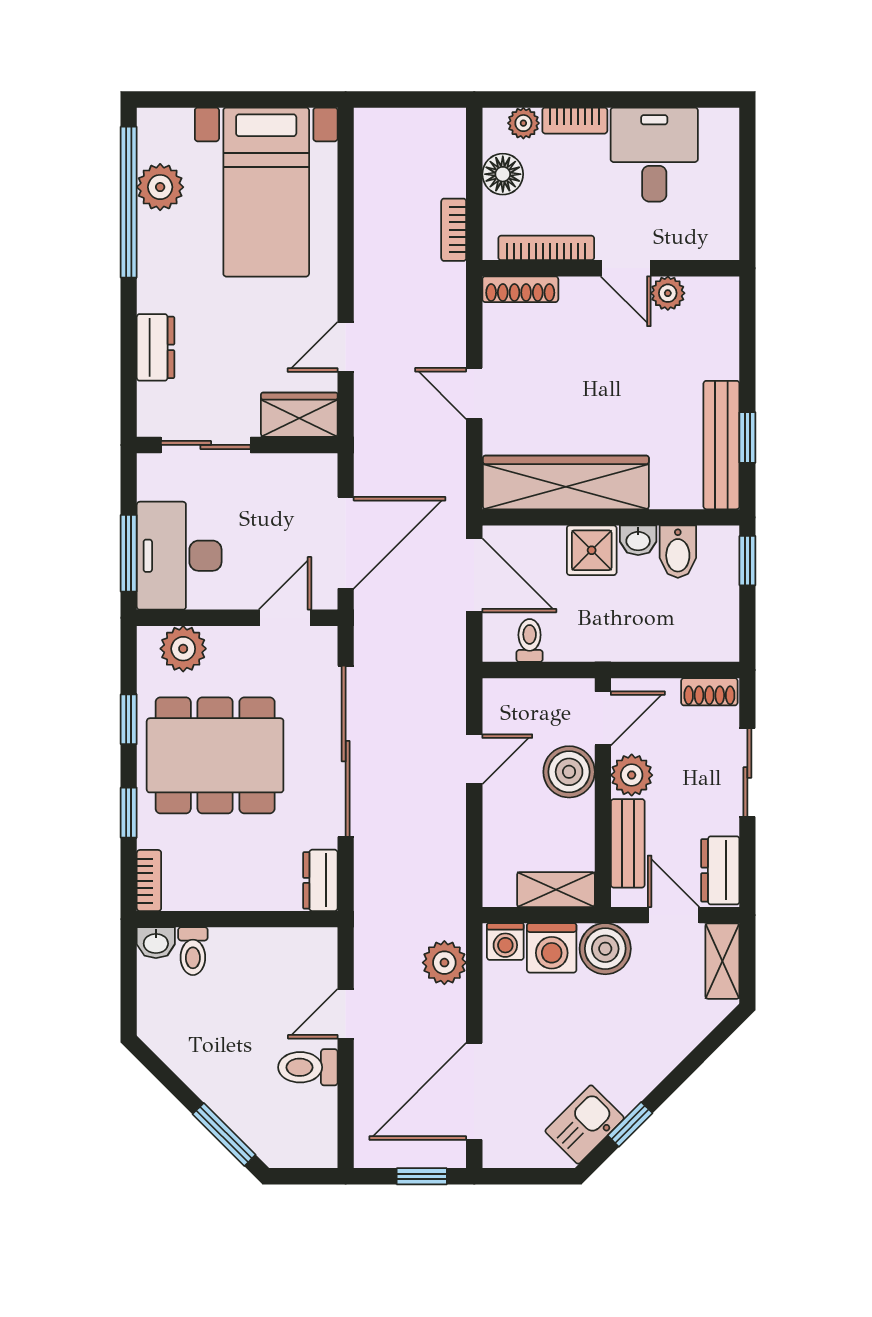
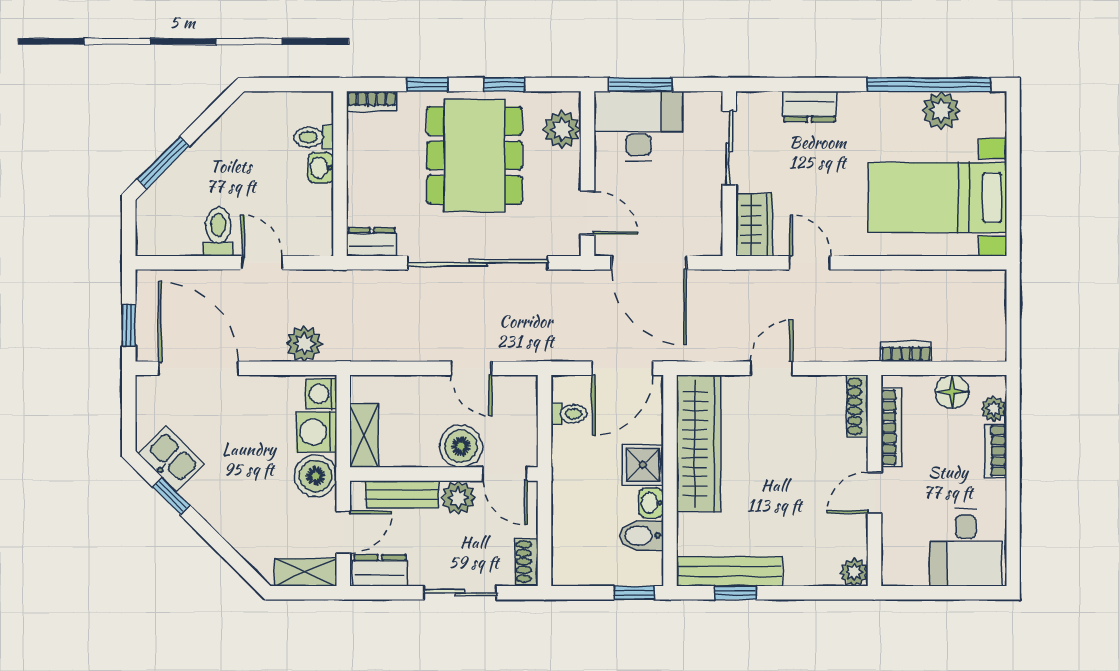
desk: (654, 155) -> (966, 548), moved, turned 90
plant: (668, 293) -> (854, 572), moved
washbasin: (156, 943) -> (321, 168), moved

